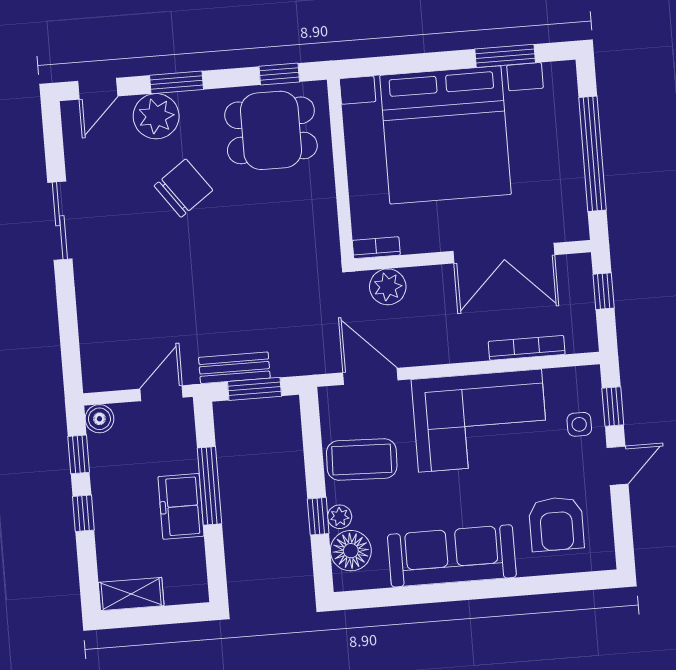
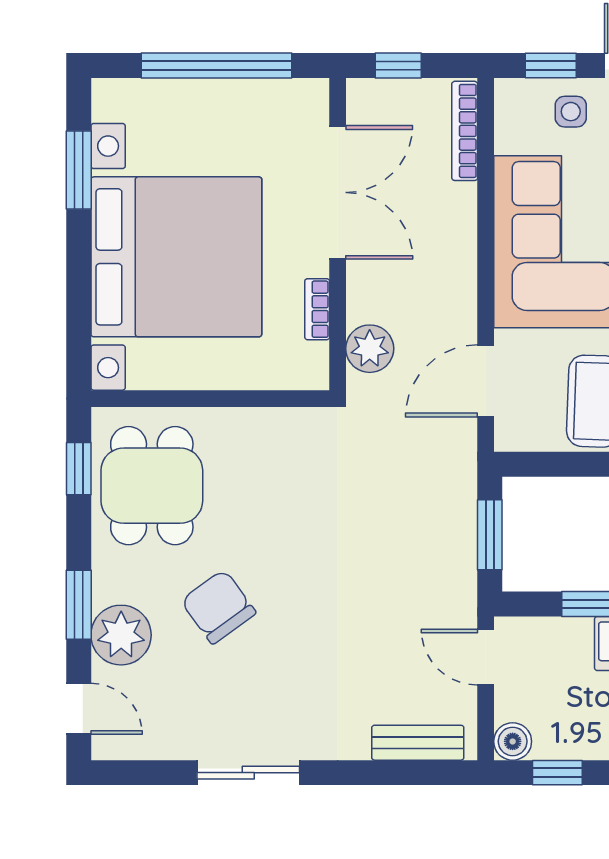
bookcase: (376, 248) -> (317, 309), moved
bookcase: (527, 348) -> (465, 131), moved
bench: (234, 368) -> (418, 743), moved, turned 90

